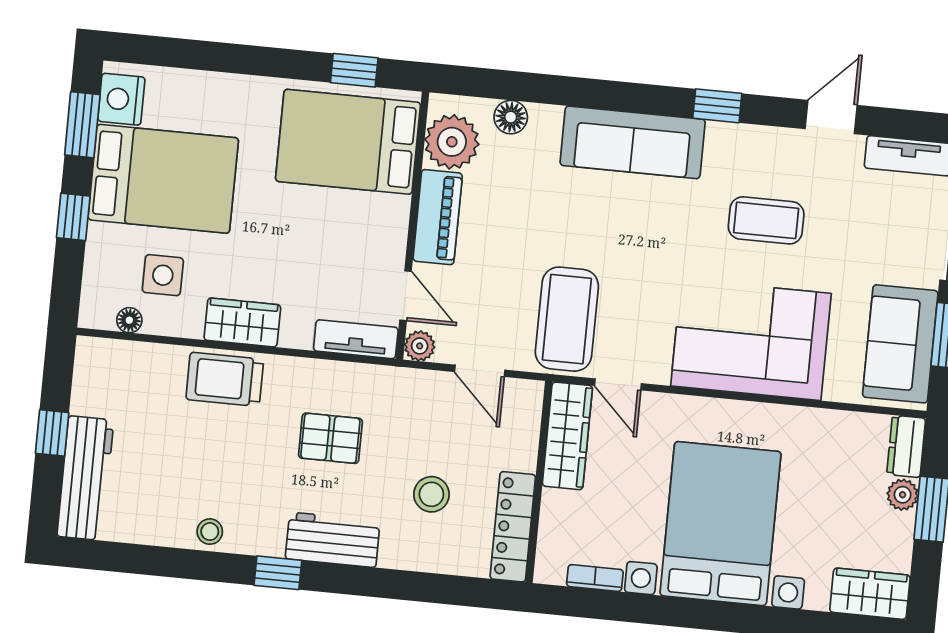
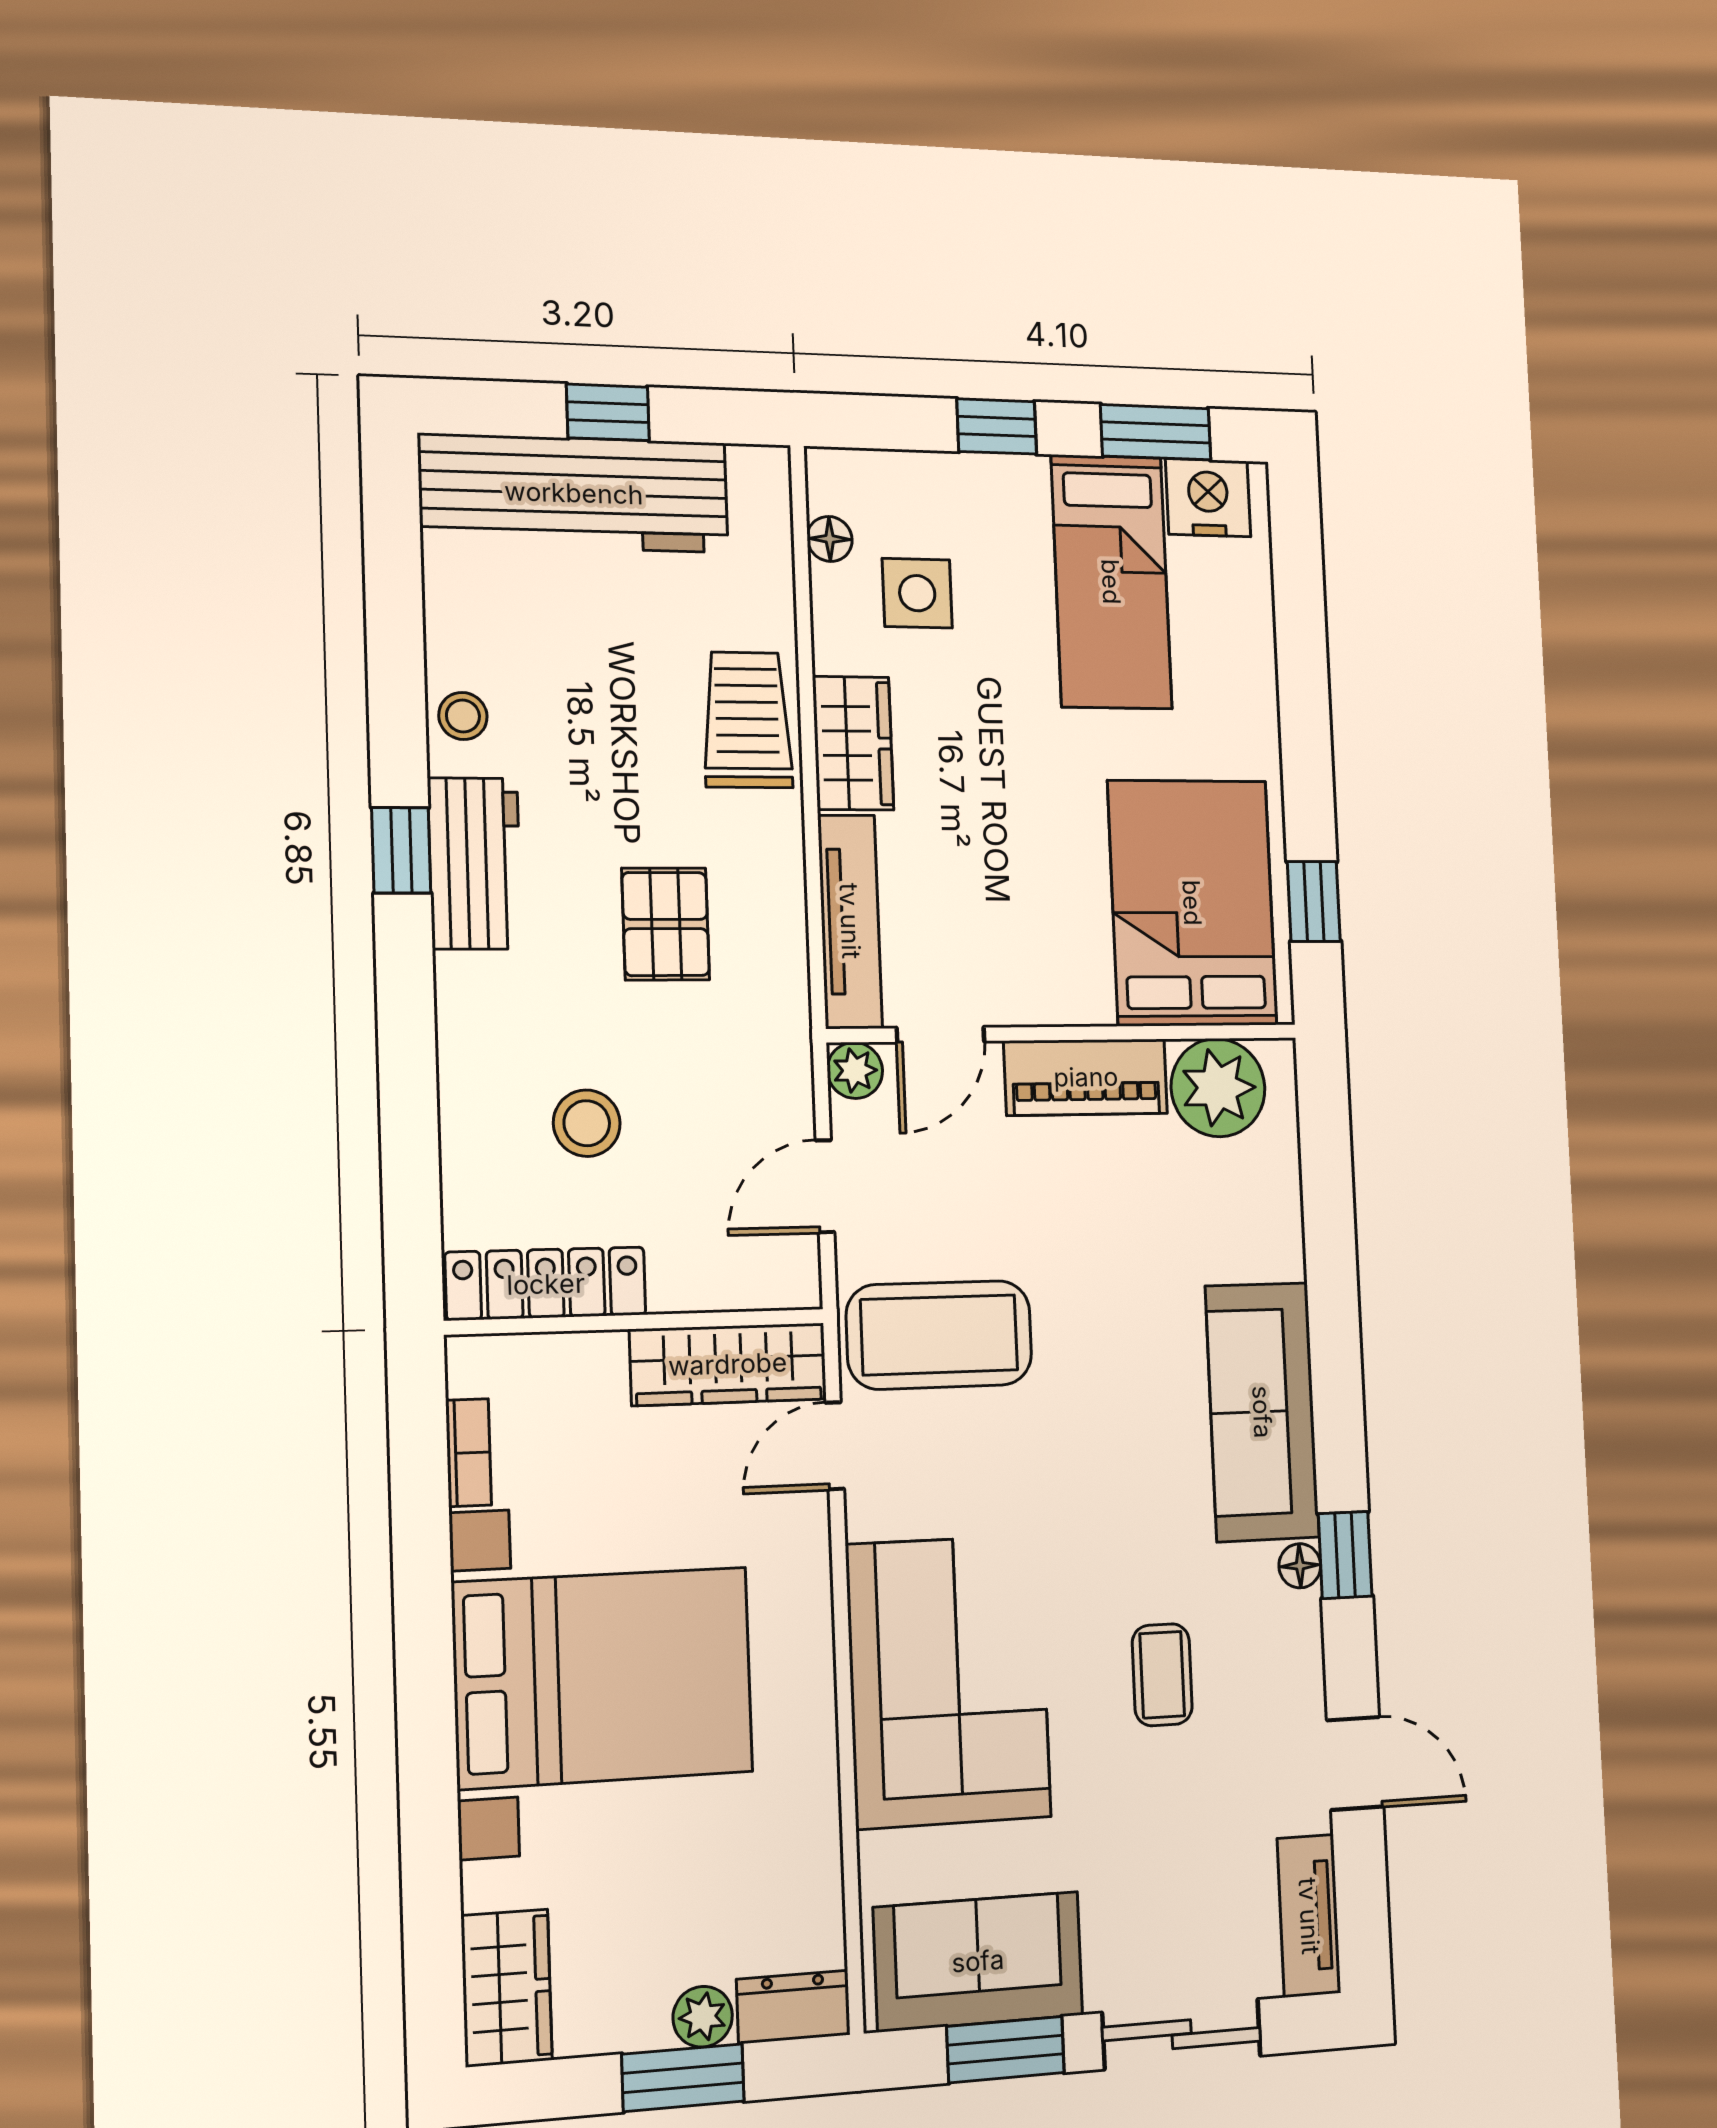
floor lamp: (511, 117) -> (1300, 1566), moved, width x0.73, depth x0.73
bed: (163, 179) -> (1111, 582), width x0.67
coffee table: (766, 220) -> (1162, 1675), width x0.73, depth x0.77
tv unit: (356, 339) -> (850, 921), width x1.41
workbench: (85, 478) -> (574, 493), width x1.36, depth x1.32
workbench: (333, 540) -> (475, 864), moved

